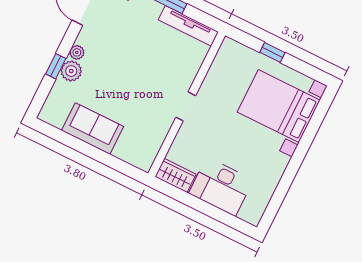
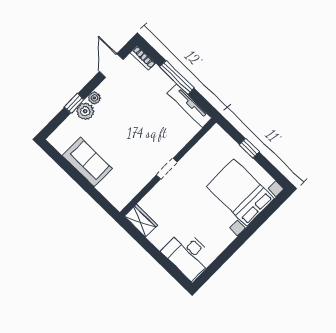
desk: (221, 187) -> (188, 255), moved

